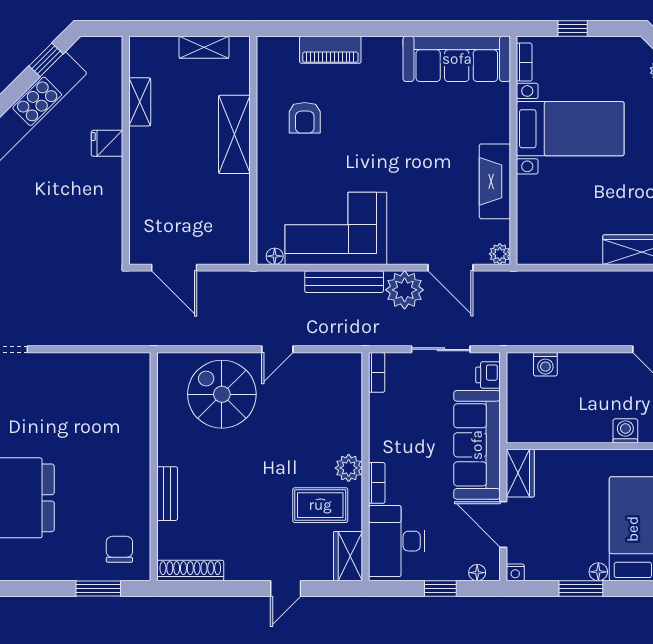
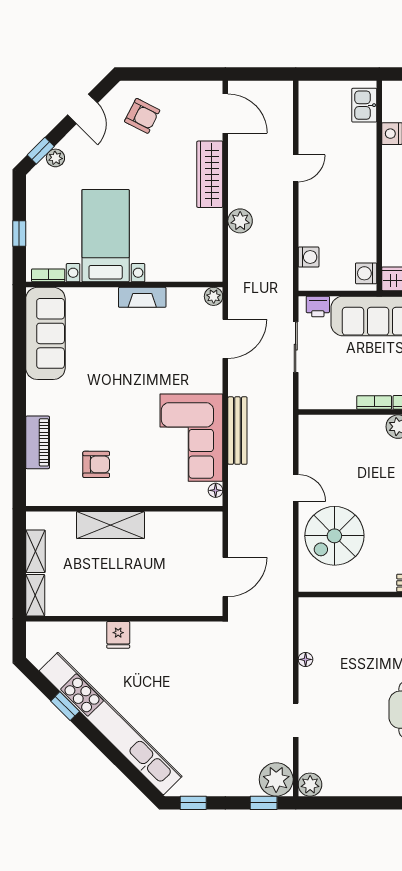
window: (46, 60) -> (65, 706), moved
shelving: (140, 102) -> (35, 595), moved, turned 90
fireplace: (495, 181) -> (142, 297), width x0.73, depth x0.76
plant: (405, 290) -> (240, 221), moved, width x0.73, depth x0.73
floor lamp: (78, 361) -> (306, 659), added
bookcase: (377, 372) -> (374, 403), moved
washing machine: (625, 431) -> (366, 273), moved

